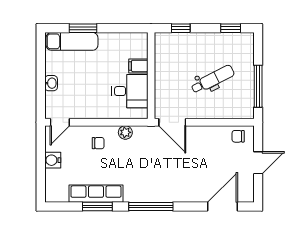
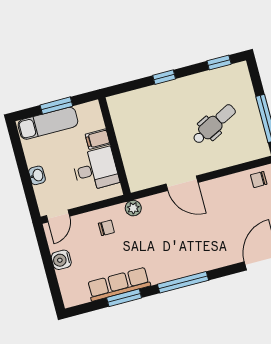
filing cabinet: (138, 66) -> (98, 139), moved
wall: (151, 76) -> (114, 146), moved
desk: (130, 91) -> (95, 169), moved

